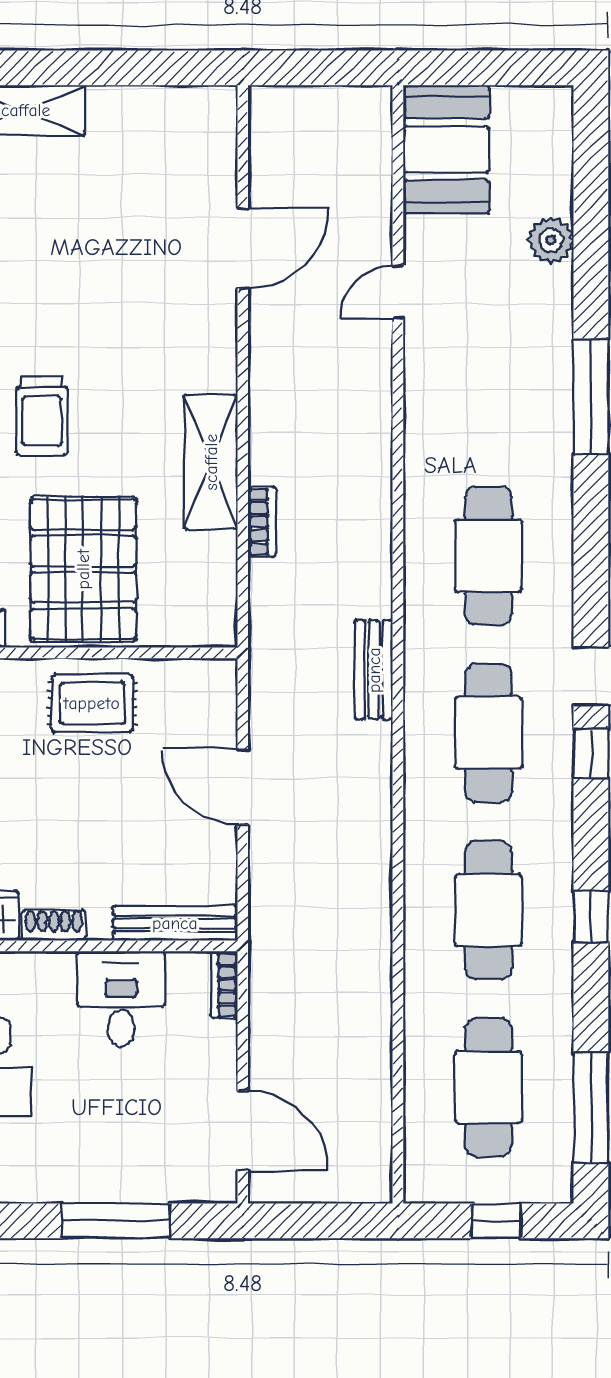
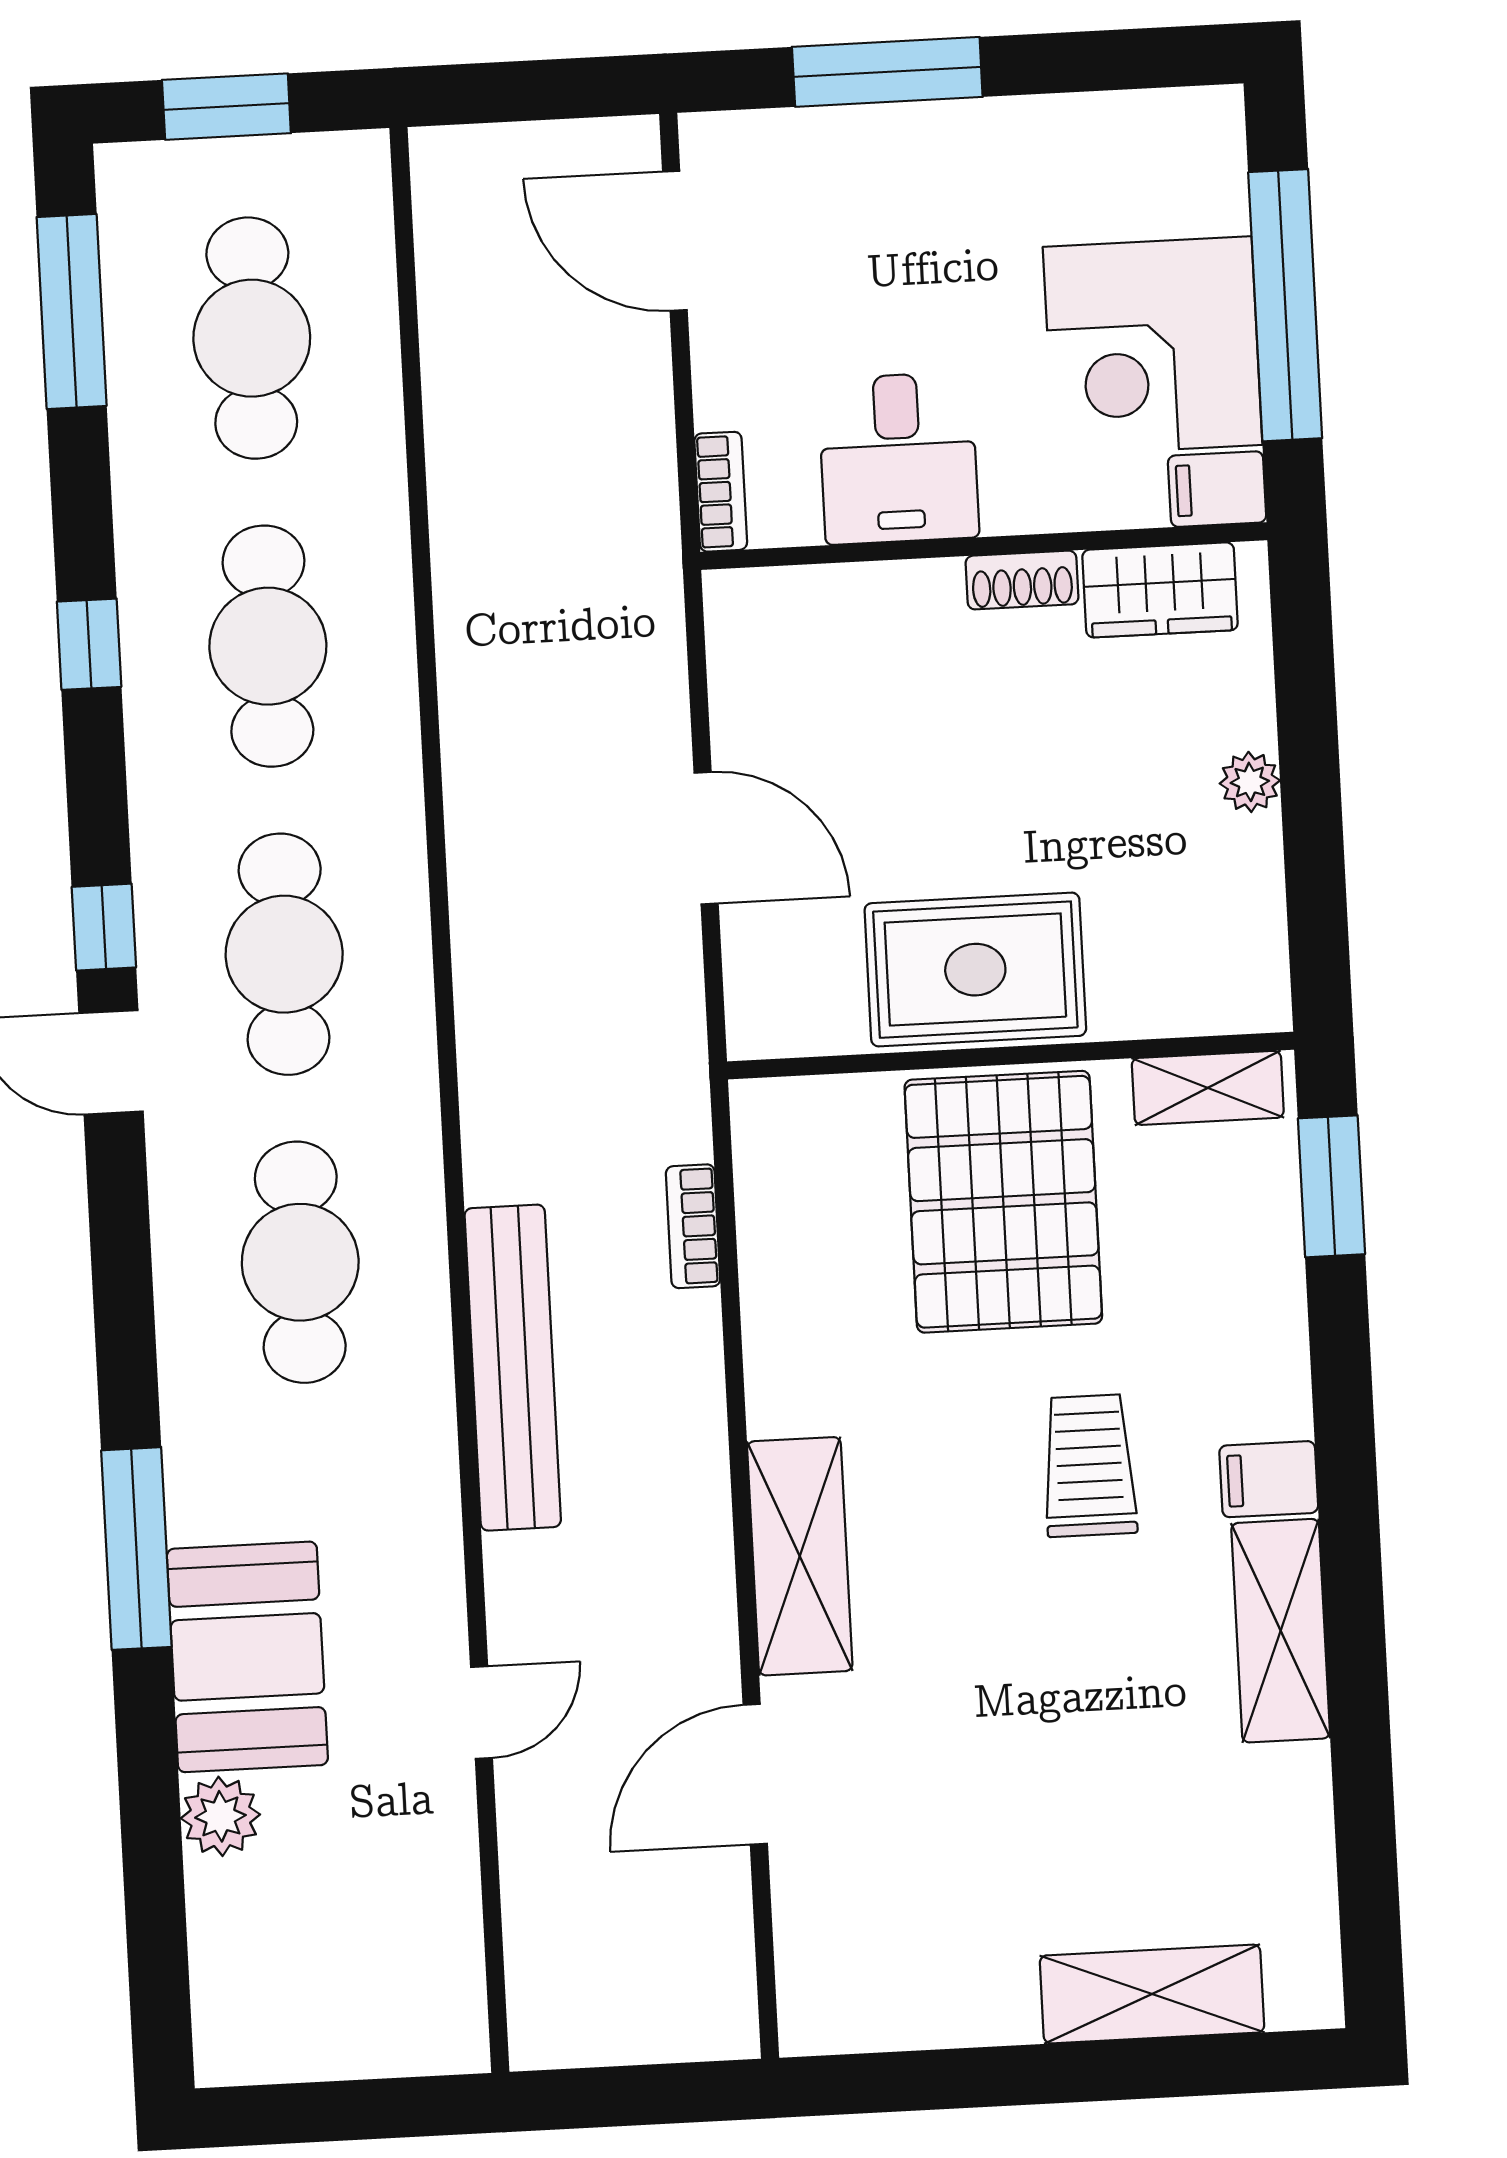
booth: (446, 149) -> (247, 1657), moved
shelving: (211, 462) -> (800, 1556), moved
bookcase: (262, 522) -> (693, 1226), moved
bench: (374, 670) -> (513, 1368), moved, width x1.86, depth x1.21
rug: (92, 703) -> (975, 970), width x1.36, depth x1.43
bench: (175, 923) -> (811, 595), removed
window: (496, 1221) -> (226, 107), width x1.50

